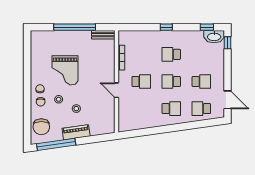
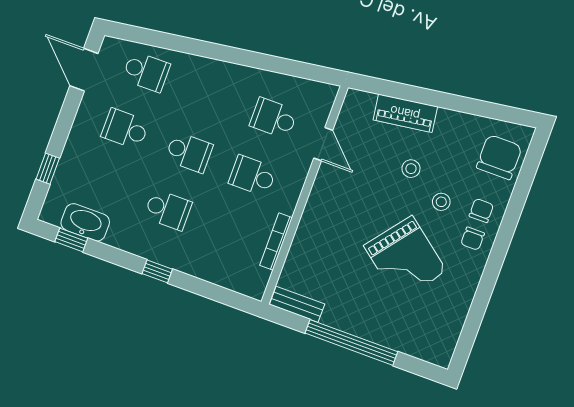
washbasin: (214, 37) -> (85, 222), moved
window: (227, 43) -> (48, 169), moved
grand piano: (65, 70) -> (405, 258), turned 128
door: (117, 90) -> (323, 144), moved
school desk: (171, 109) -> (274, 118), moved
piano: (76, 132) -> (405, 113), moved
window: (56, 144) -> (481, 108), removed

